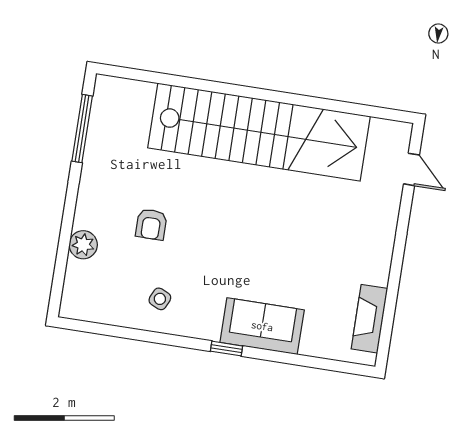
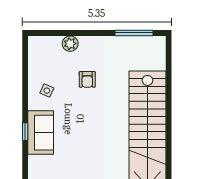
armchair: (151, 224) -> (87, 79), turned -90
sofa: (262, 326) -> (41, 133), moved

